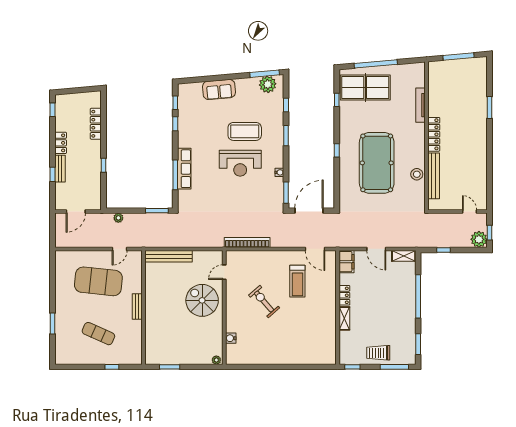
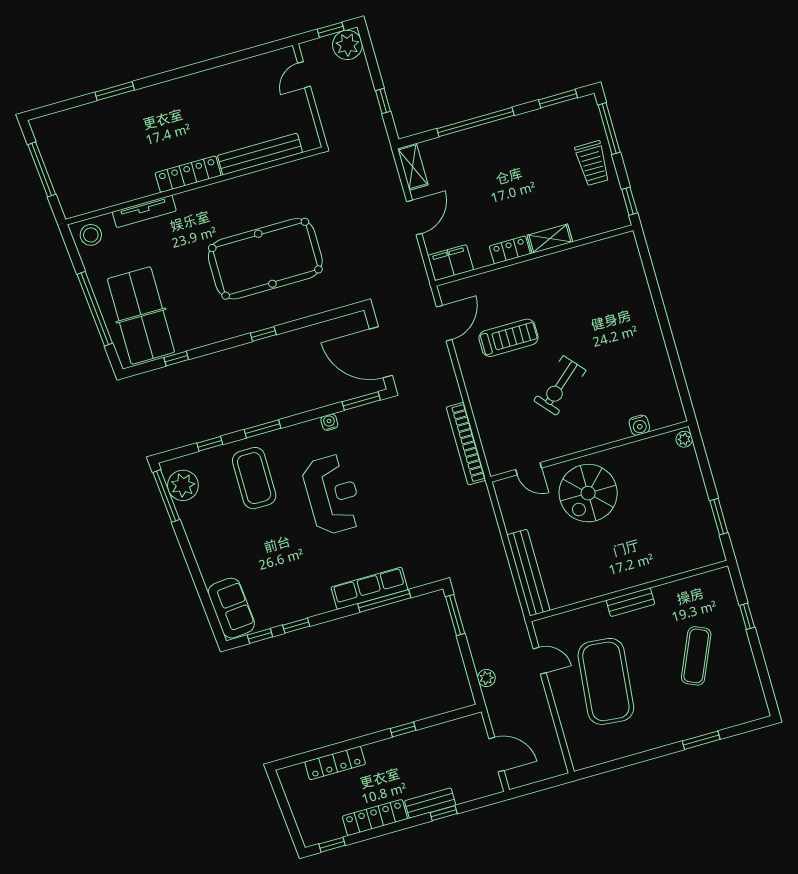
sofa: (219, 89) -> (231, 608), moved
coffee table: (245, 131) -> (254, 478), moved
locker: (61, 143) -> (375, 817), width x1.53
stool: (417, 174) -> (91, 235), moved

